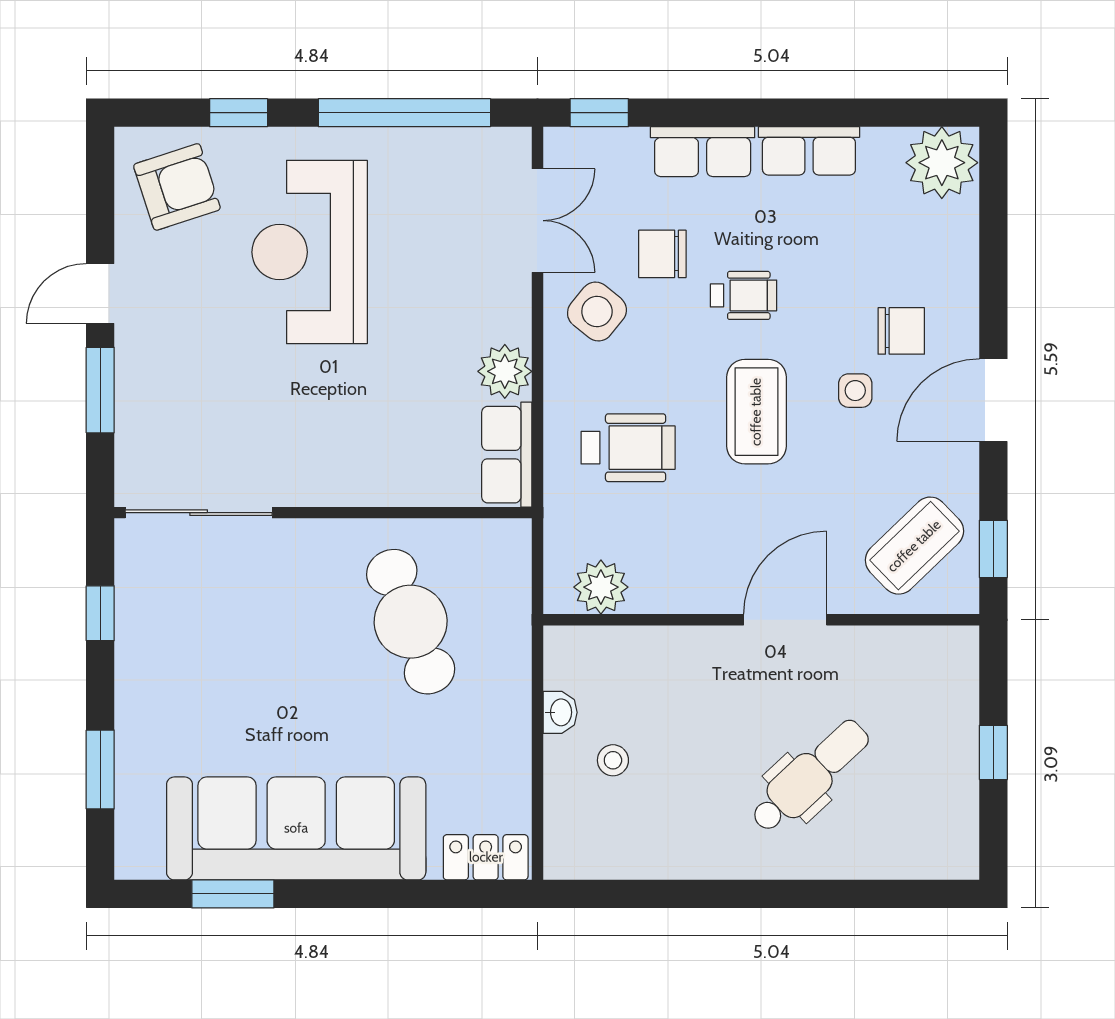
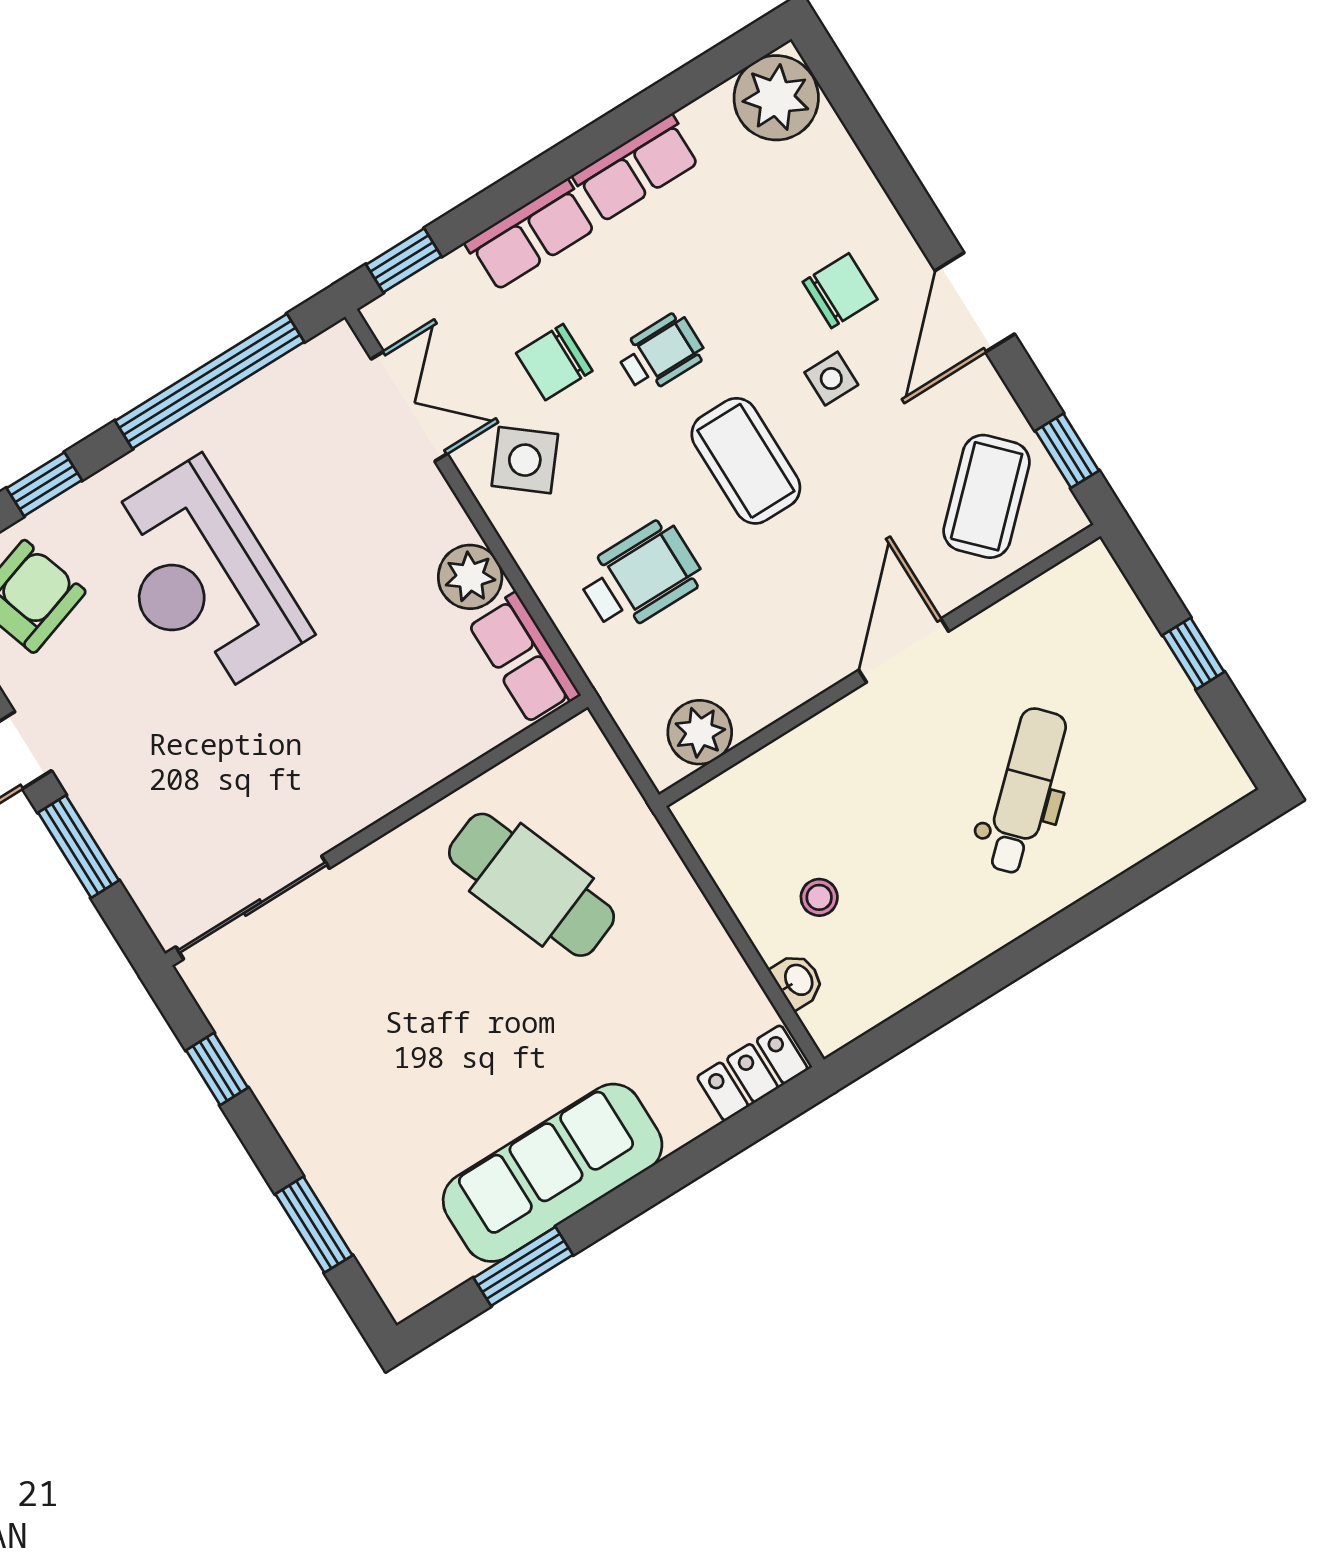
washbasin: (560, 712) -> (798, 980), moved
sofa: (296, 828) -> (553, 1173), width x0.74, depth x0.79

